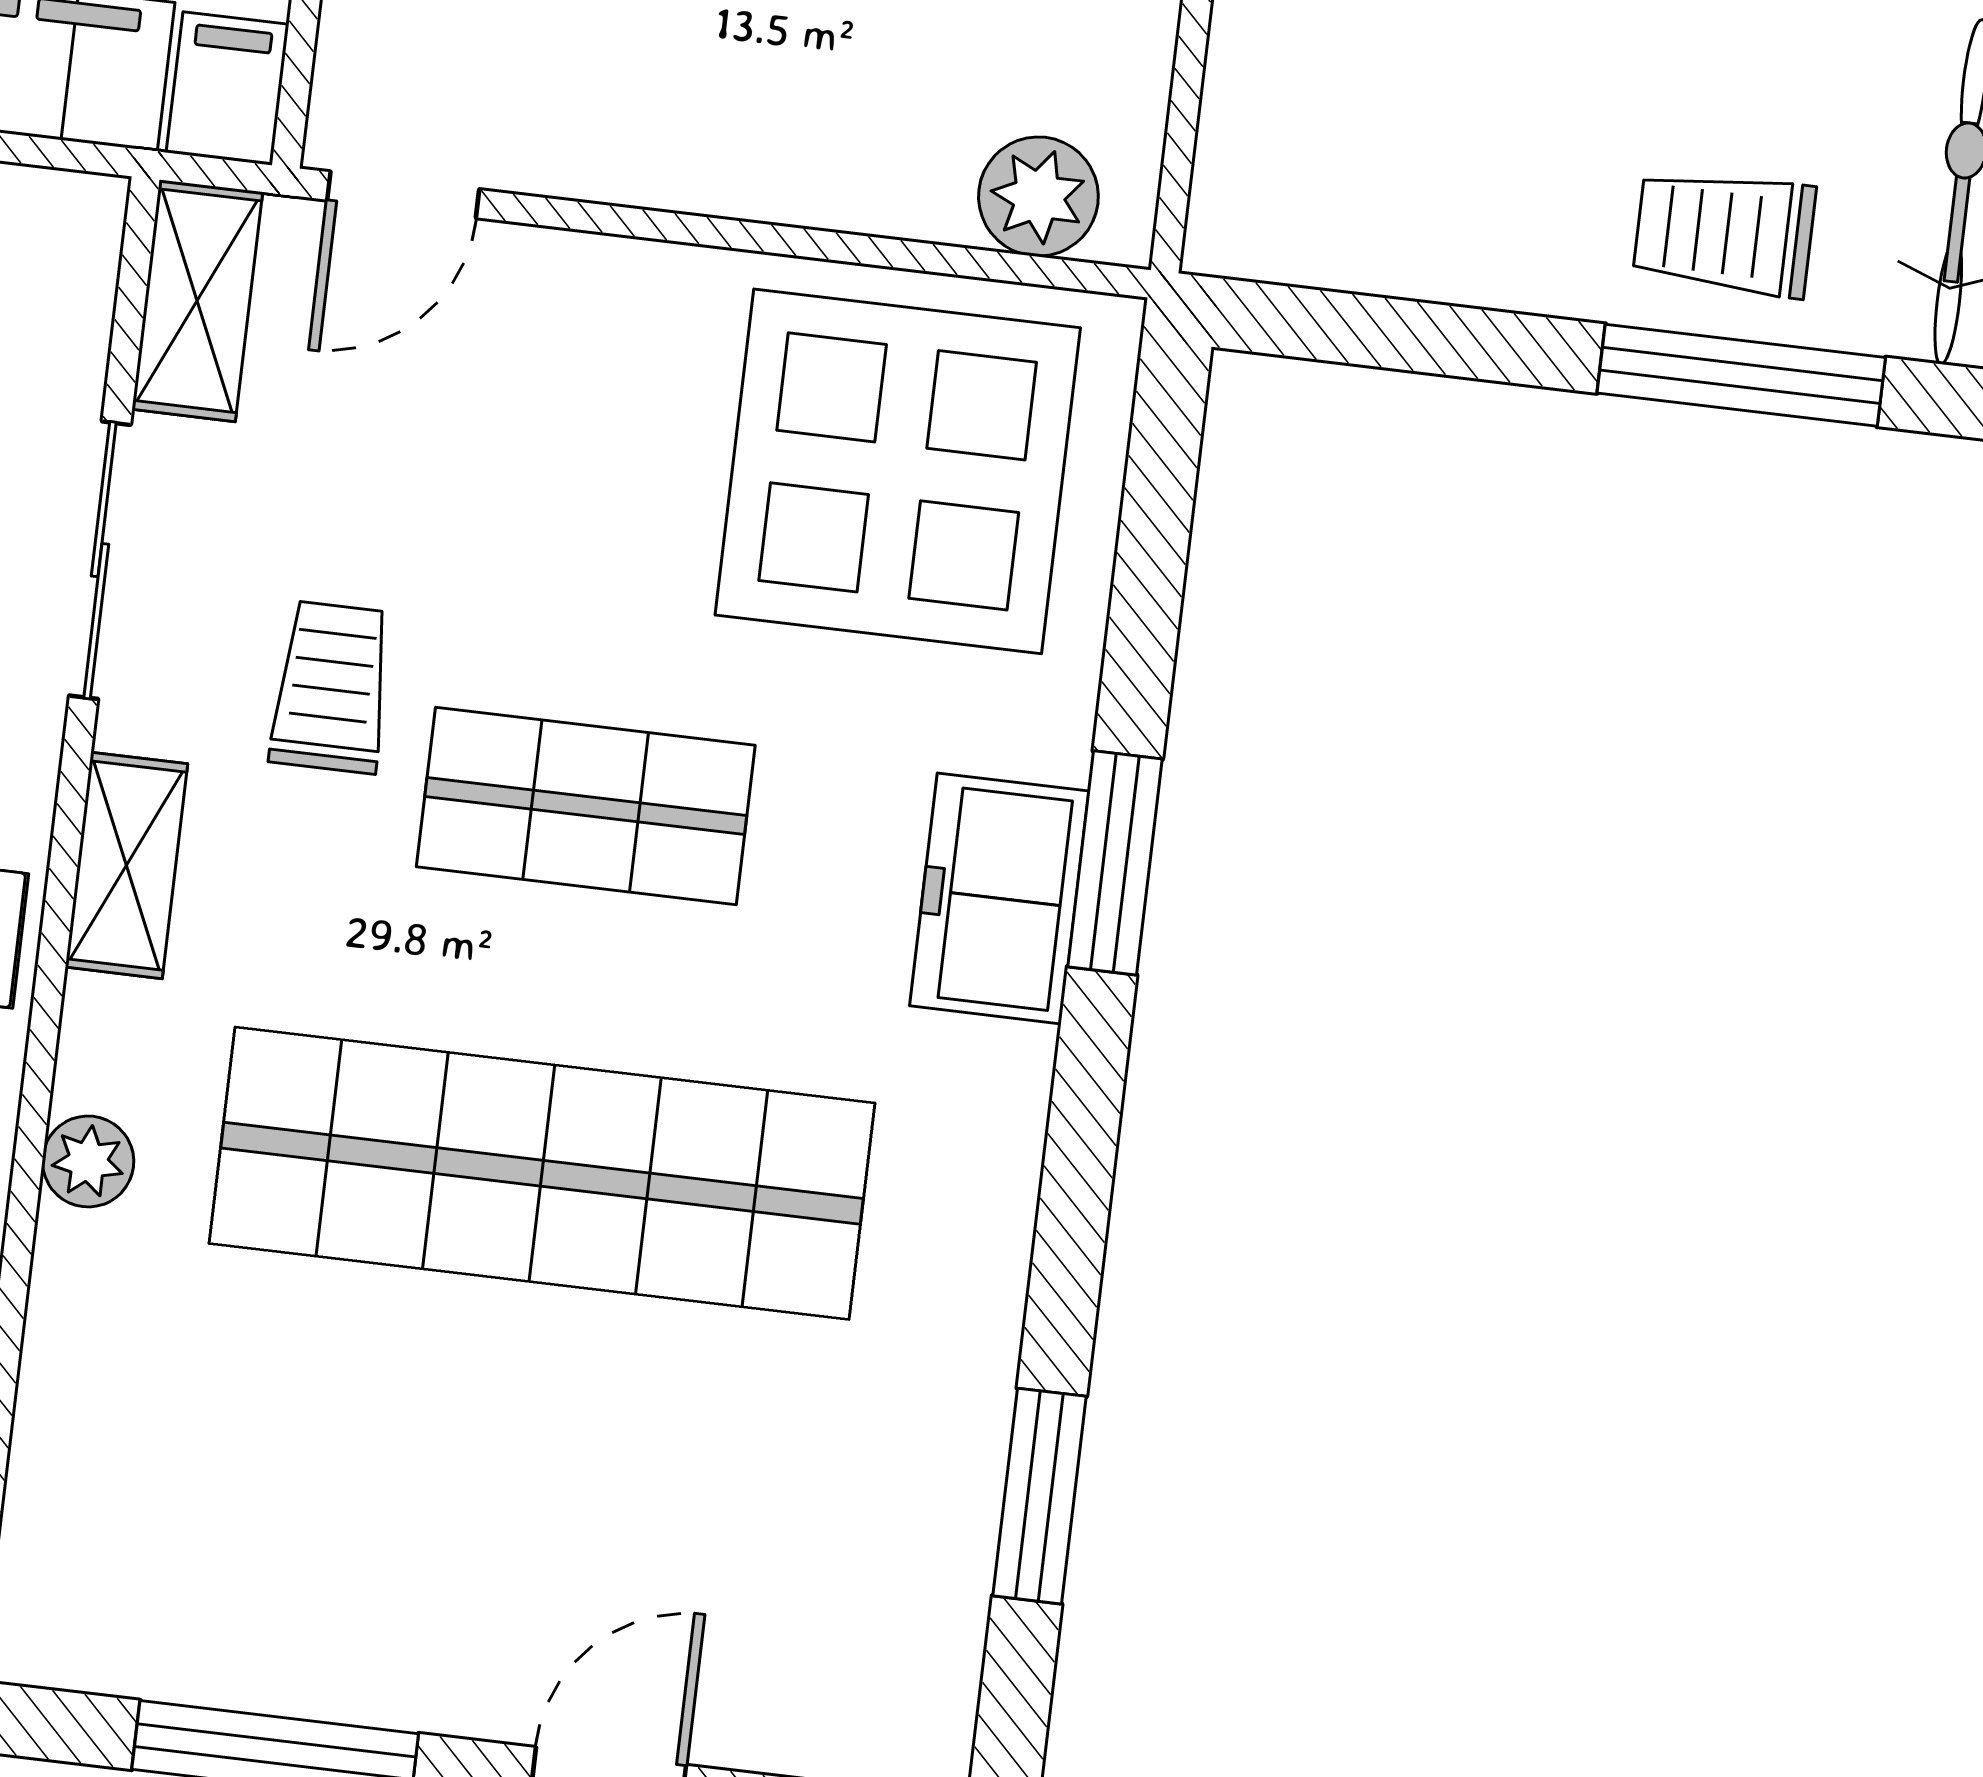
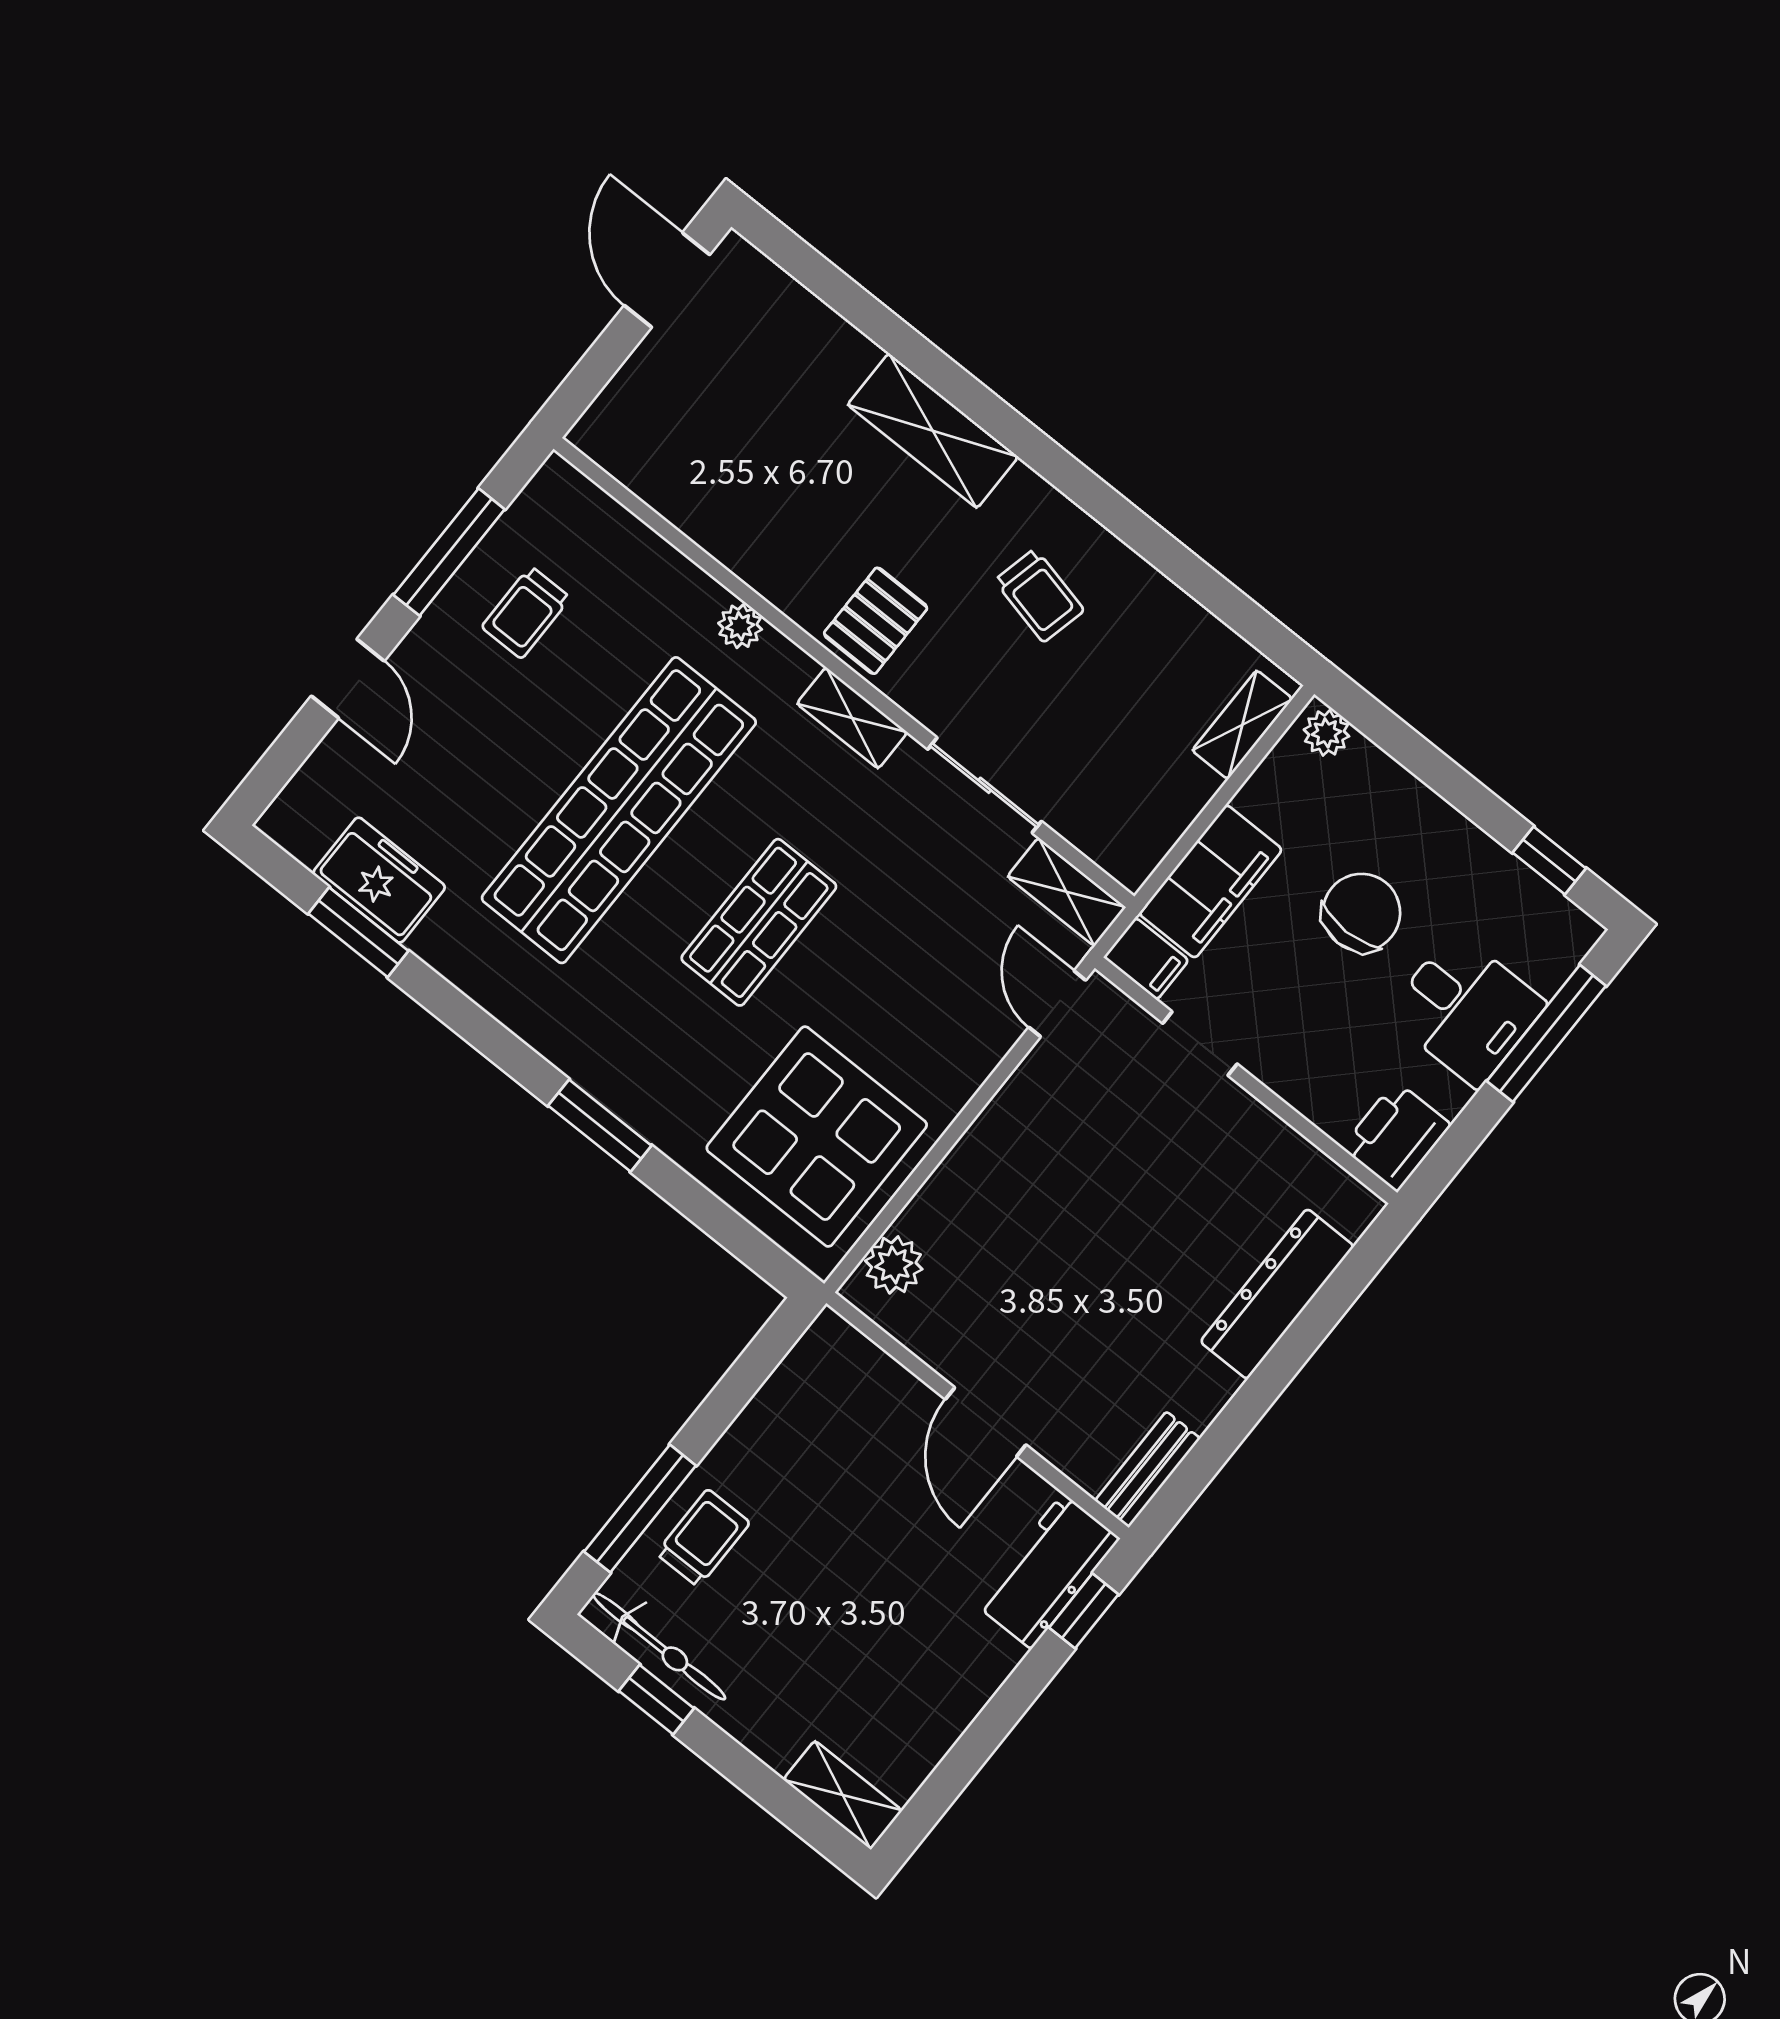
trolley: (331, 687) -> (526, 612), moved, turned 90
freezer: (999, 898) -> (379, 880), moved

